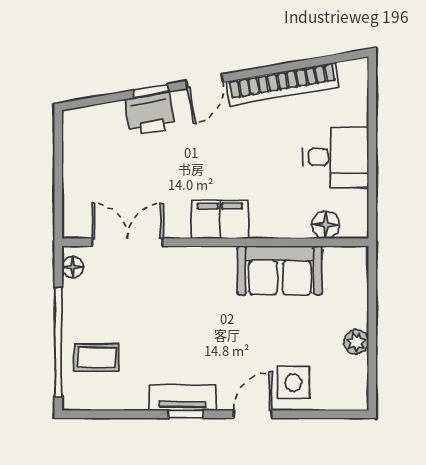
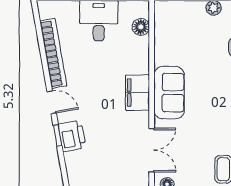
double door: (128, 242) -> (152, 150), swing flipped
sofa: (280, 270) -> (169, 93), moved

